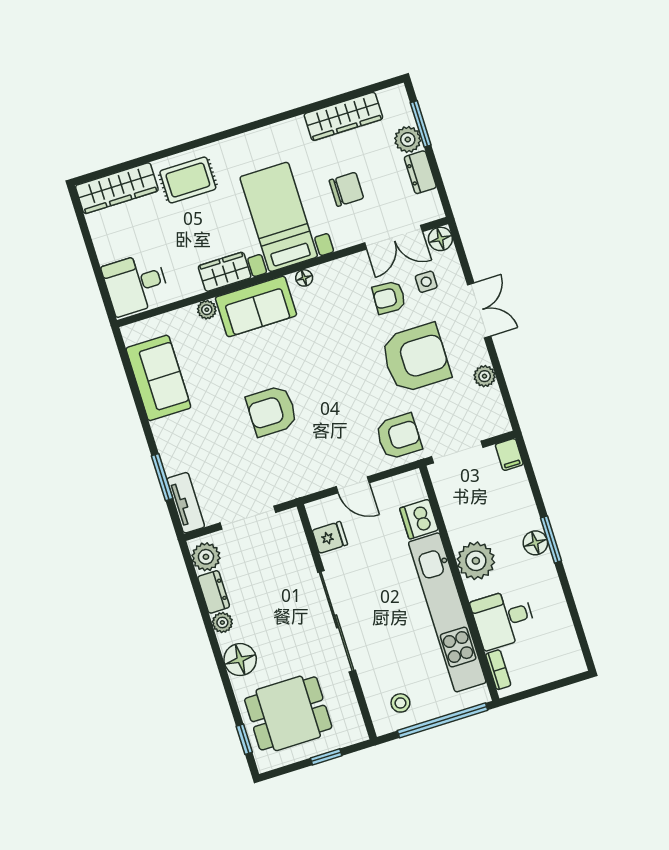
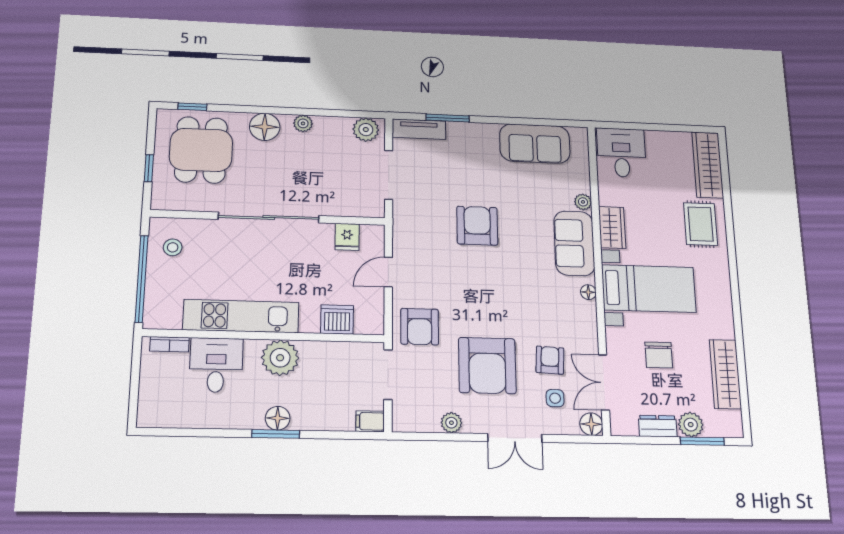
dresser: (214, 592) -> (333, 125), removed
kitchen unit: (447, 612) -> (241, 316), width x0.73

